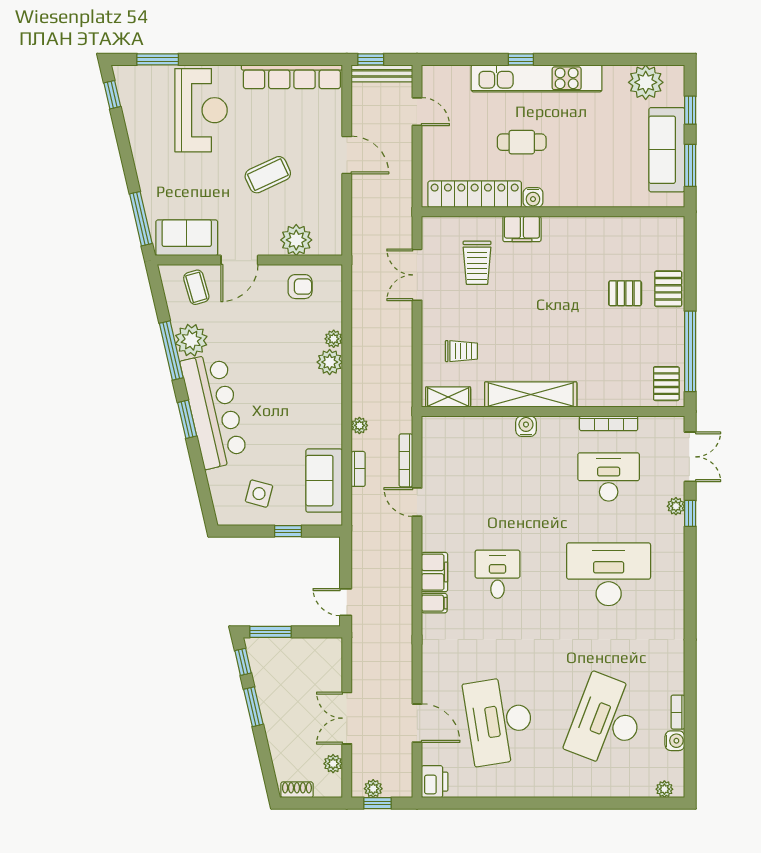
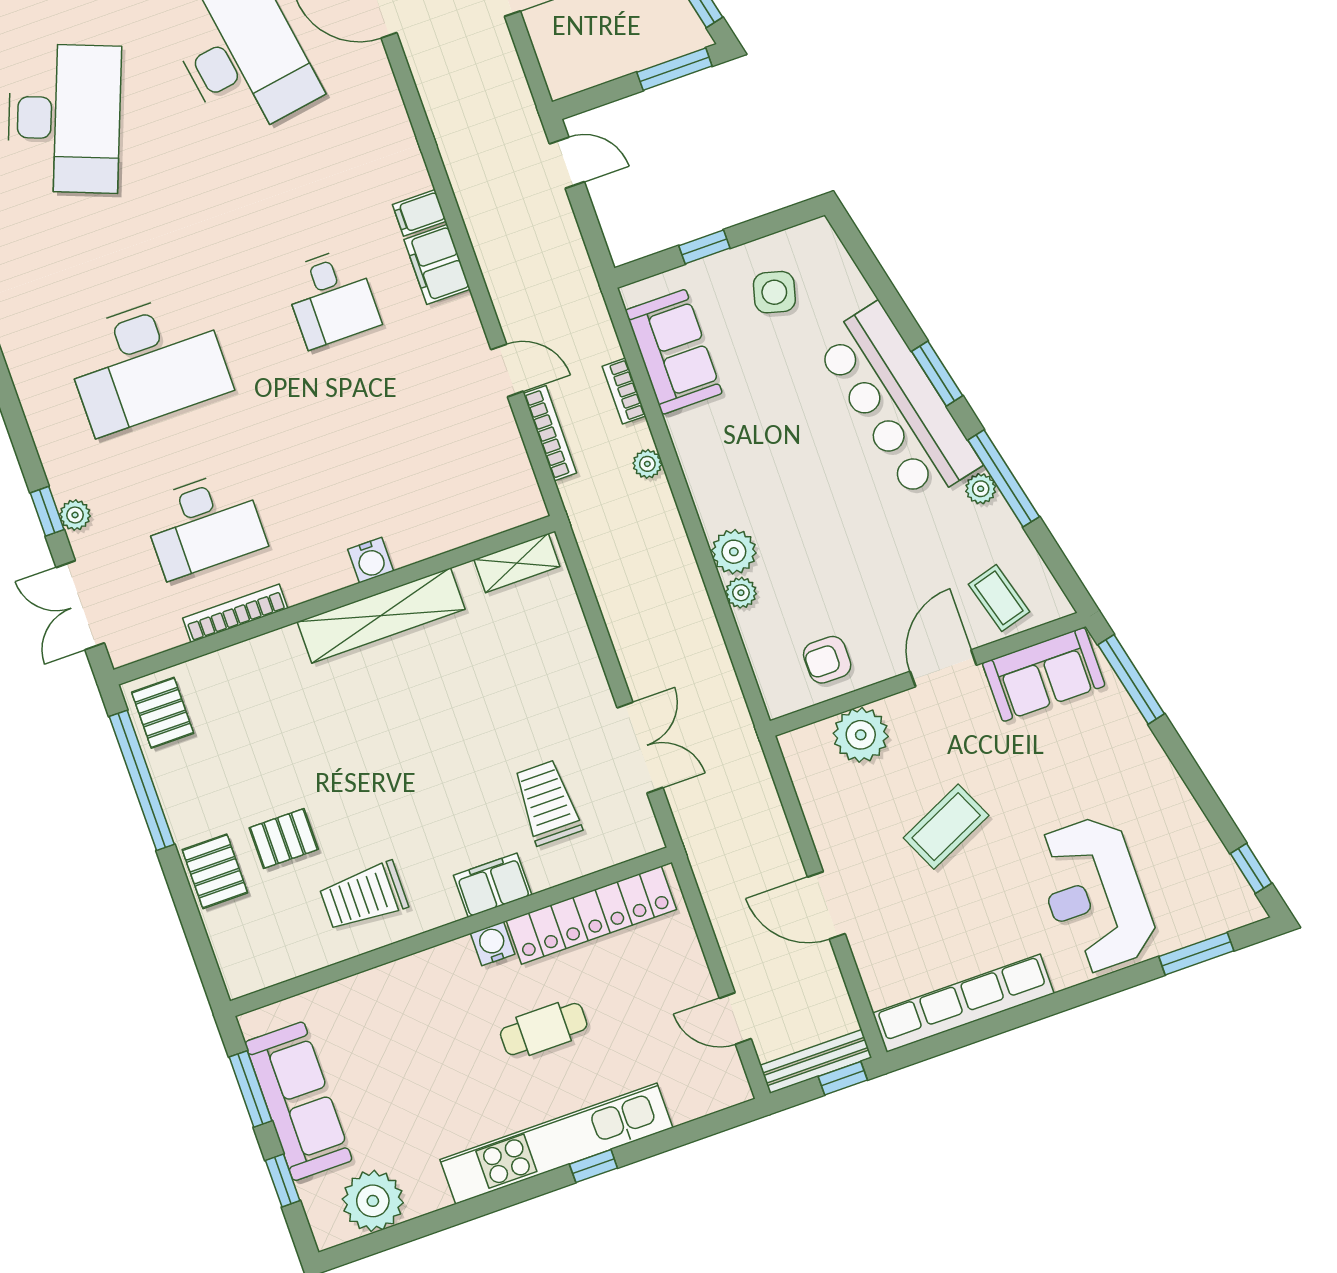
plant: (191, 340) -> (981, 489), width x0.53, depth x0.53
trolley: (461, 351) -> (364, 896), moved, width x1.36, depth x1.39

